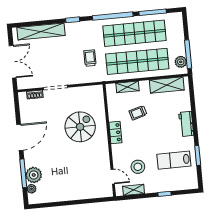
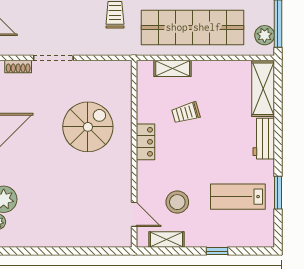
shelving: (167, 85) -> (263, 89), moved, turned 90

